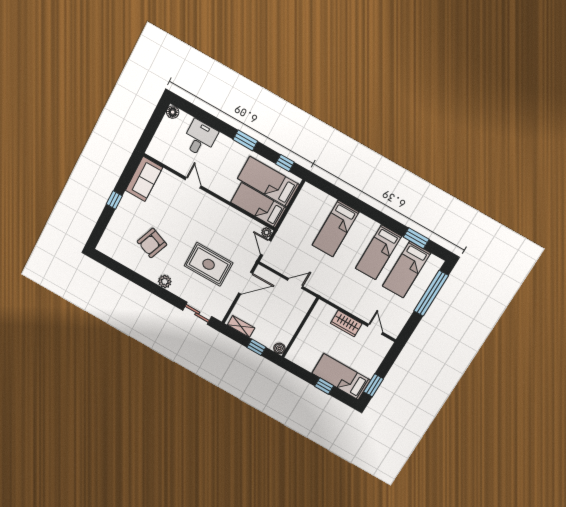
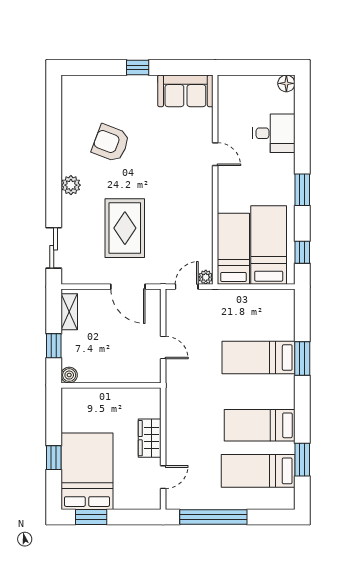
door: (193, 183) -> (215, 154), hinge flipped
window: (352, 202) -> (302, 359), added
window: (431, 293) -> (213, 517), moved
bed: (341, 377) -> (87, 471), width x1.50

